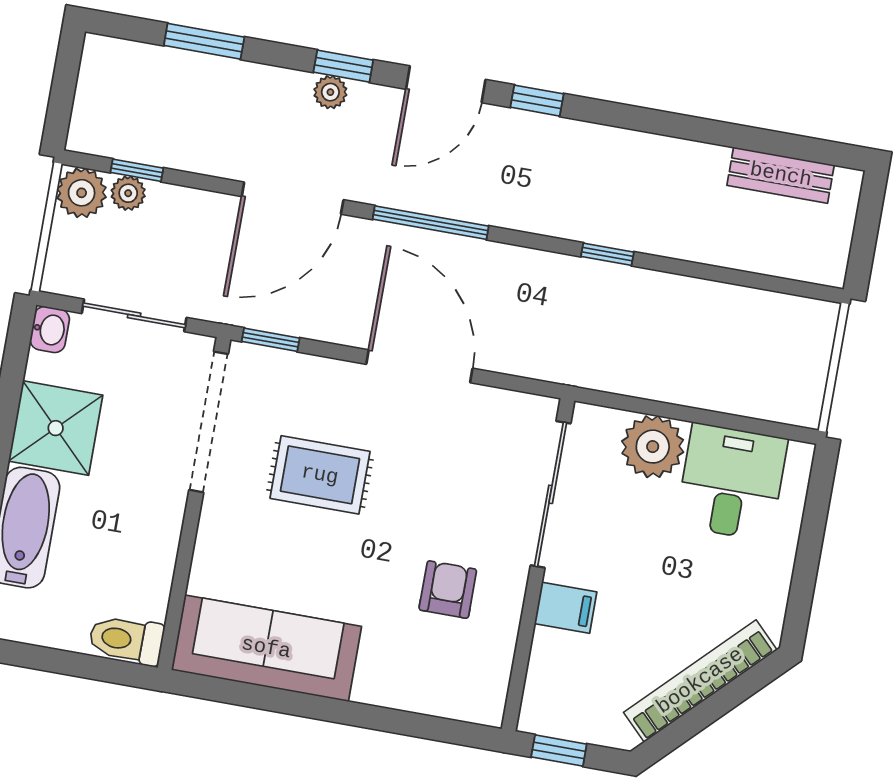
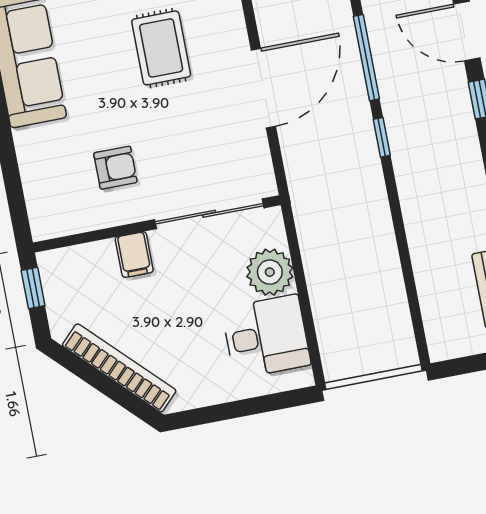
window: (607, 254) -> (382, 137), moved

